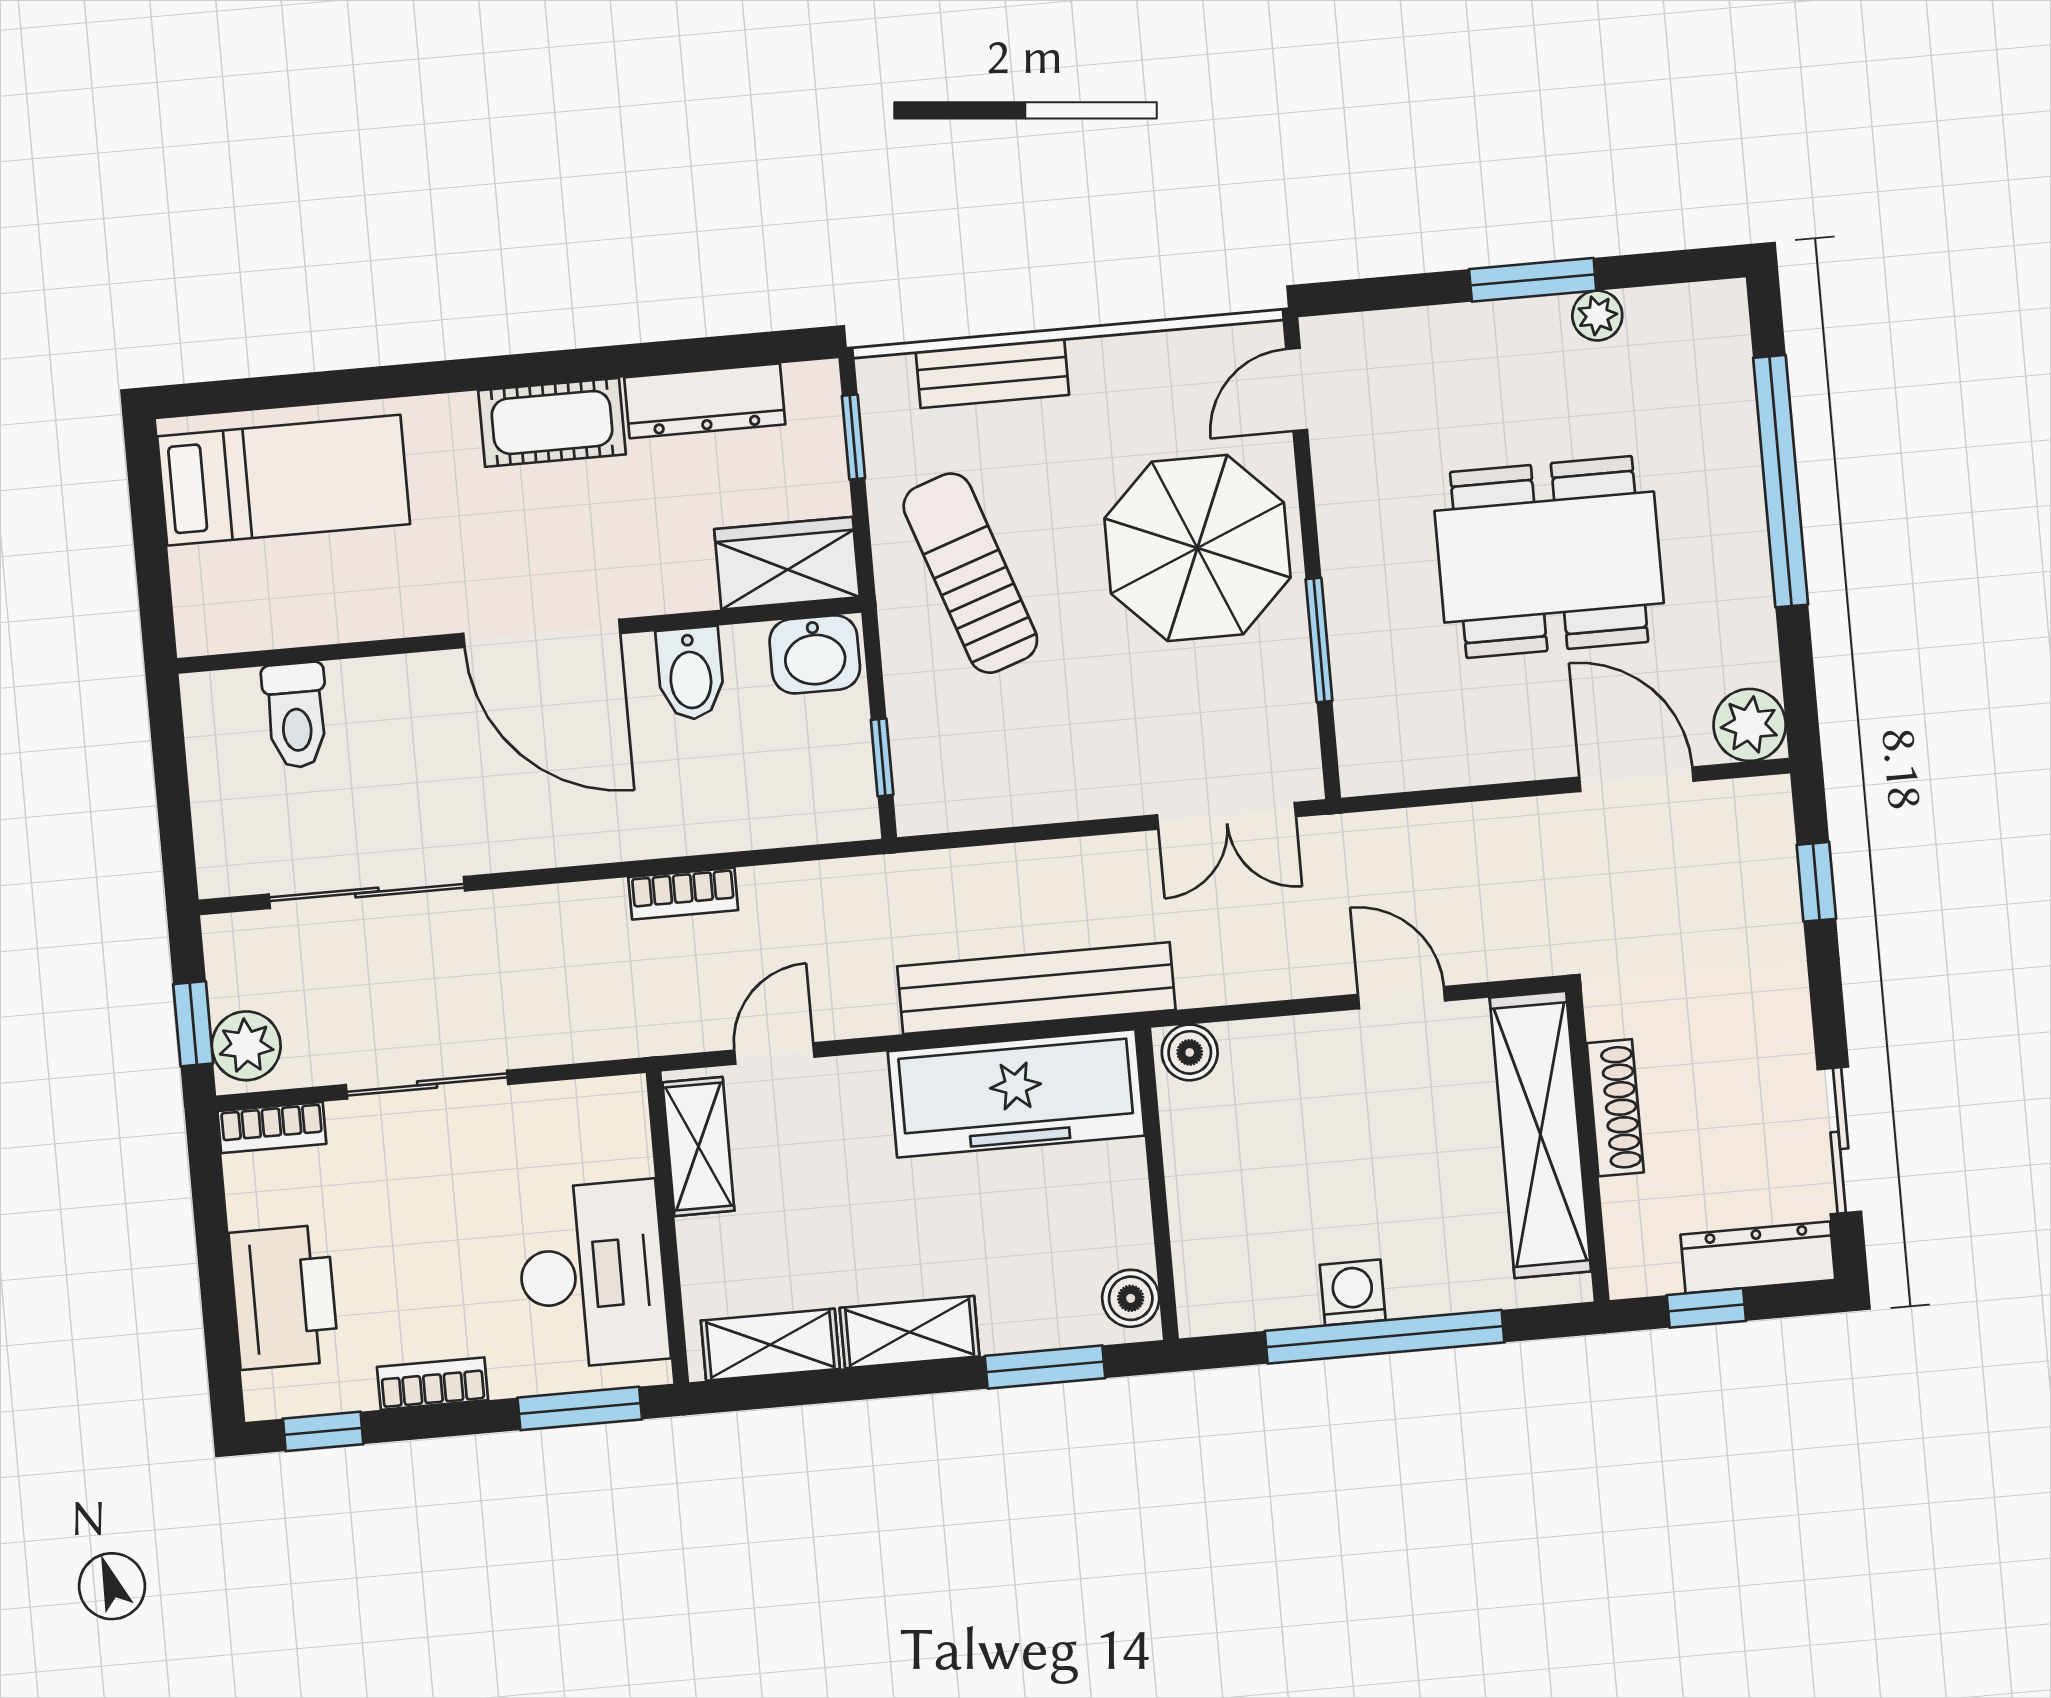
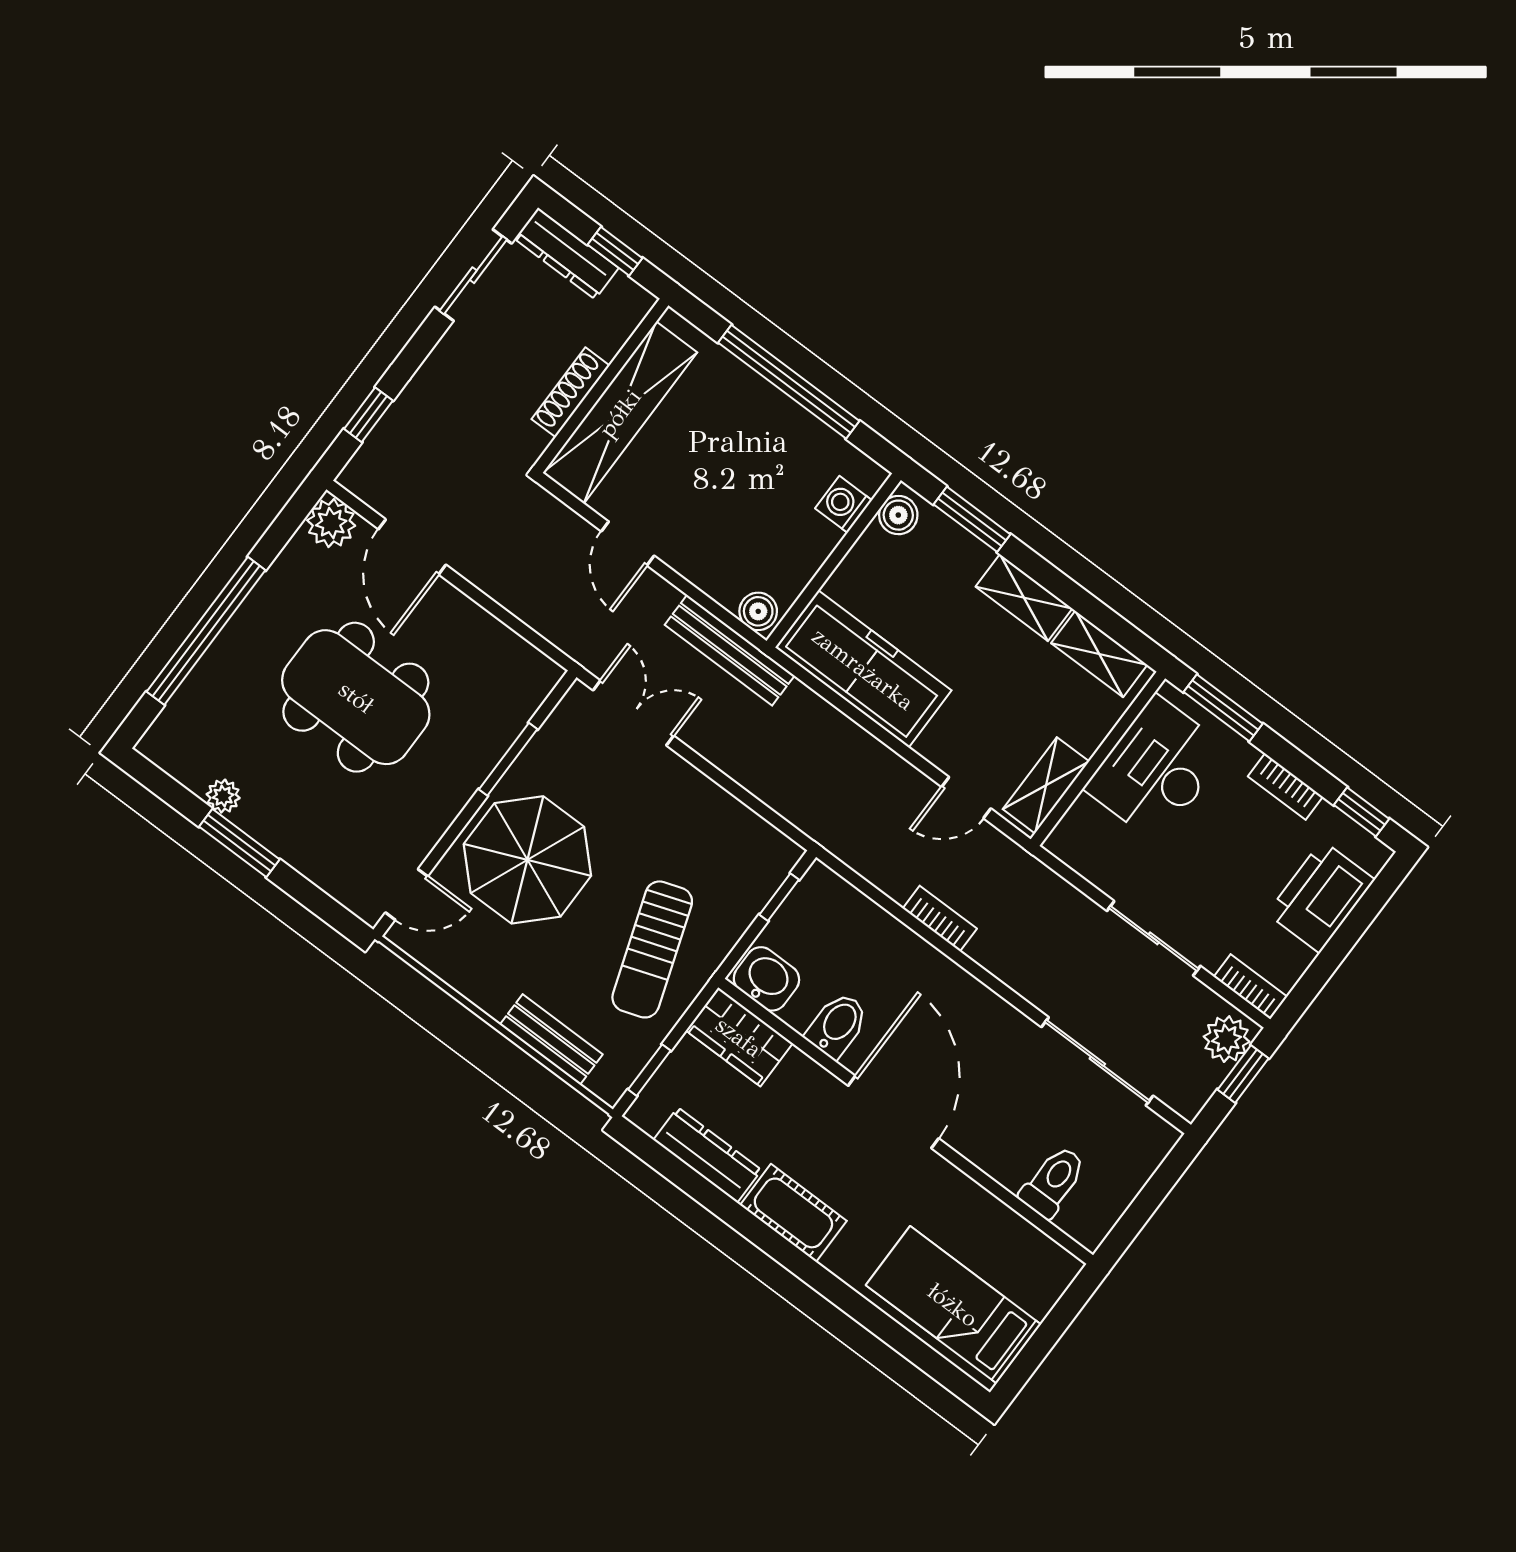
bench: (1036, 988) -> (730, 650), moved, width x0.73, depth x0.82
washing machine: (1353, 1292) -> (844, 504), moved, turned 90

